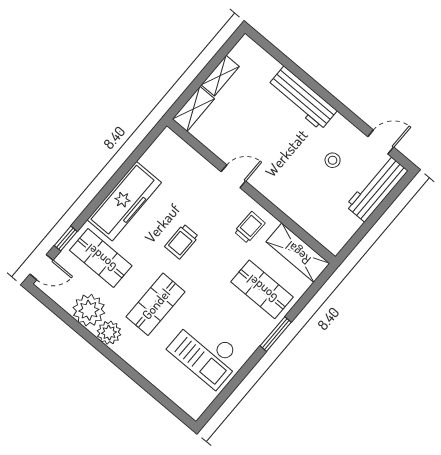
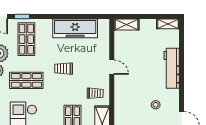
shelving: (220, 76) -> (168, 24), moved
freezer: (124, 201) -> (75, 28), moved

